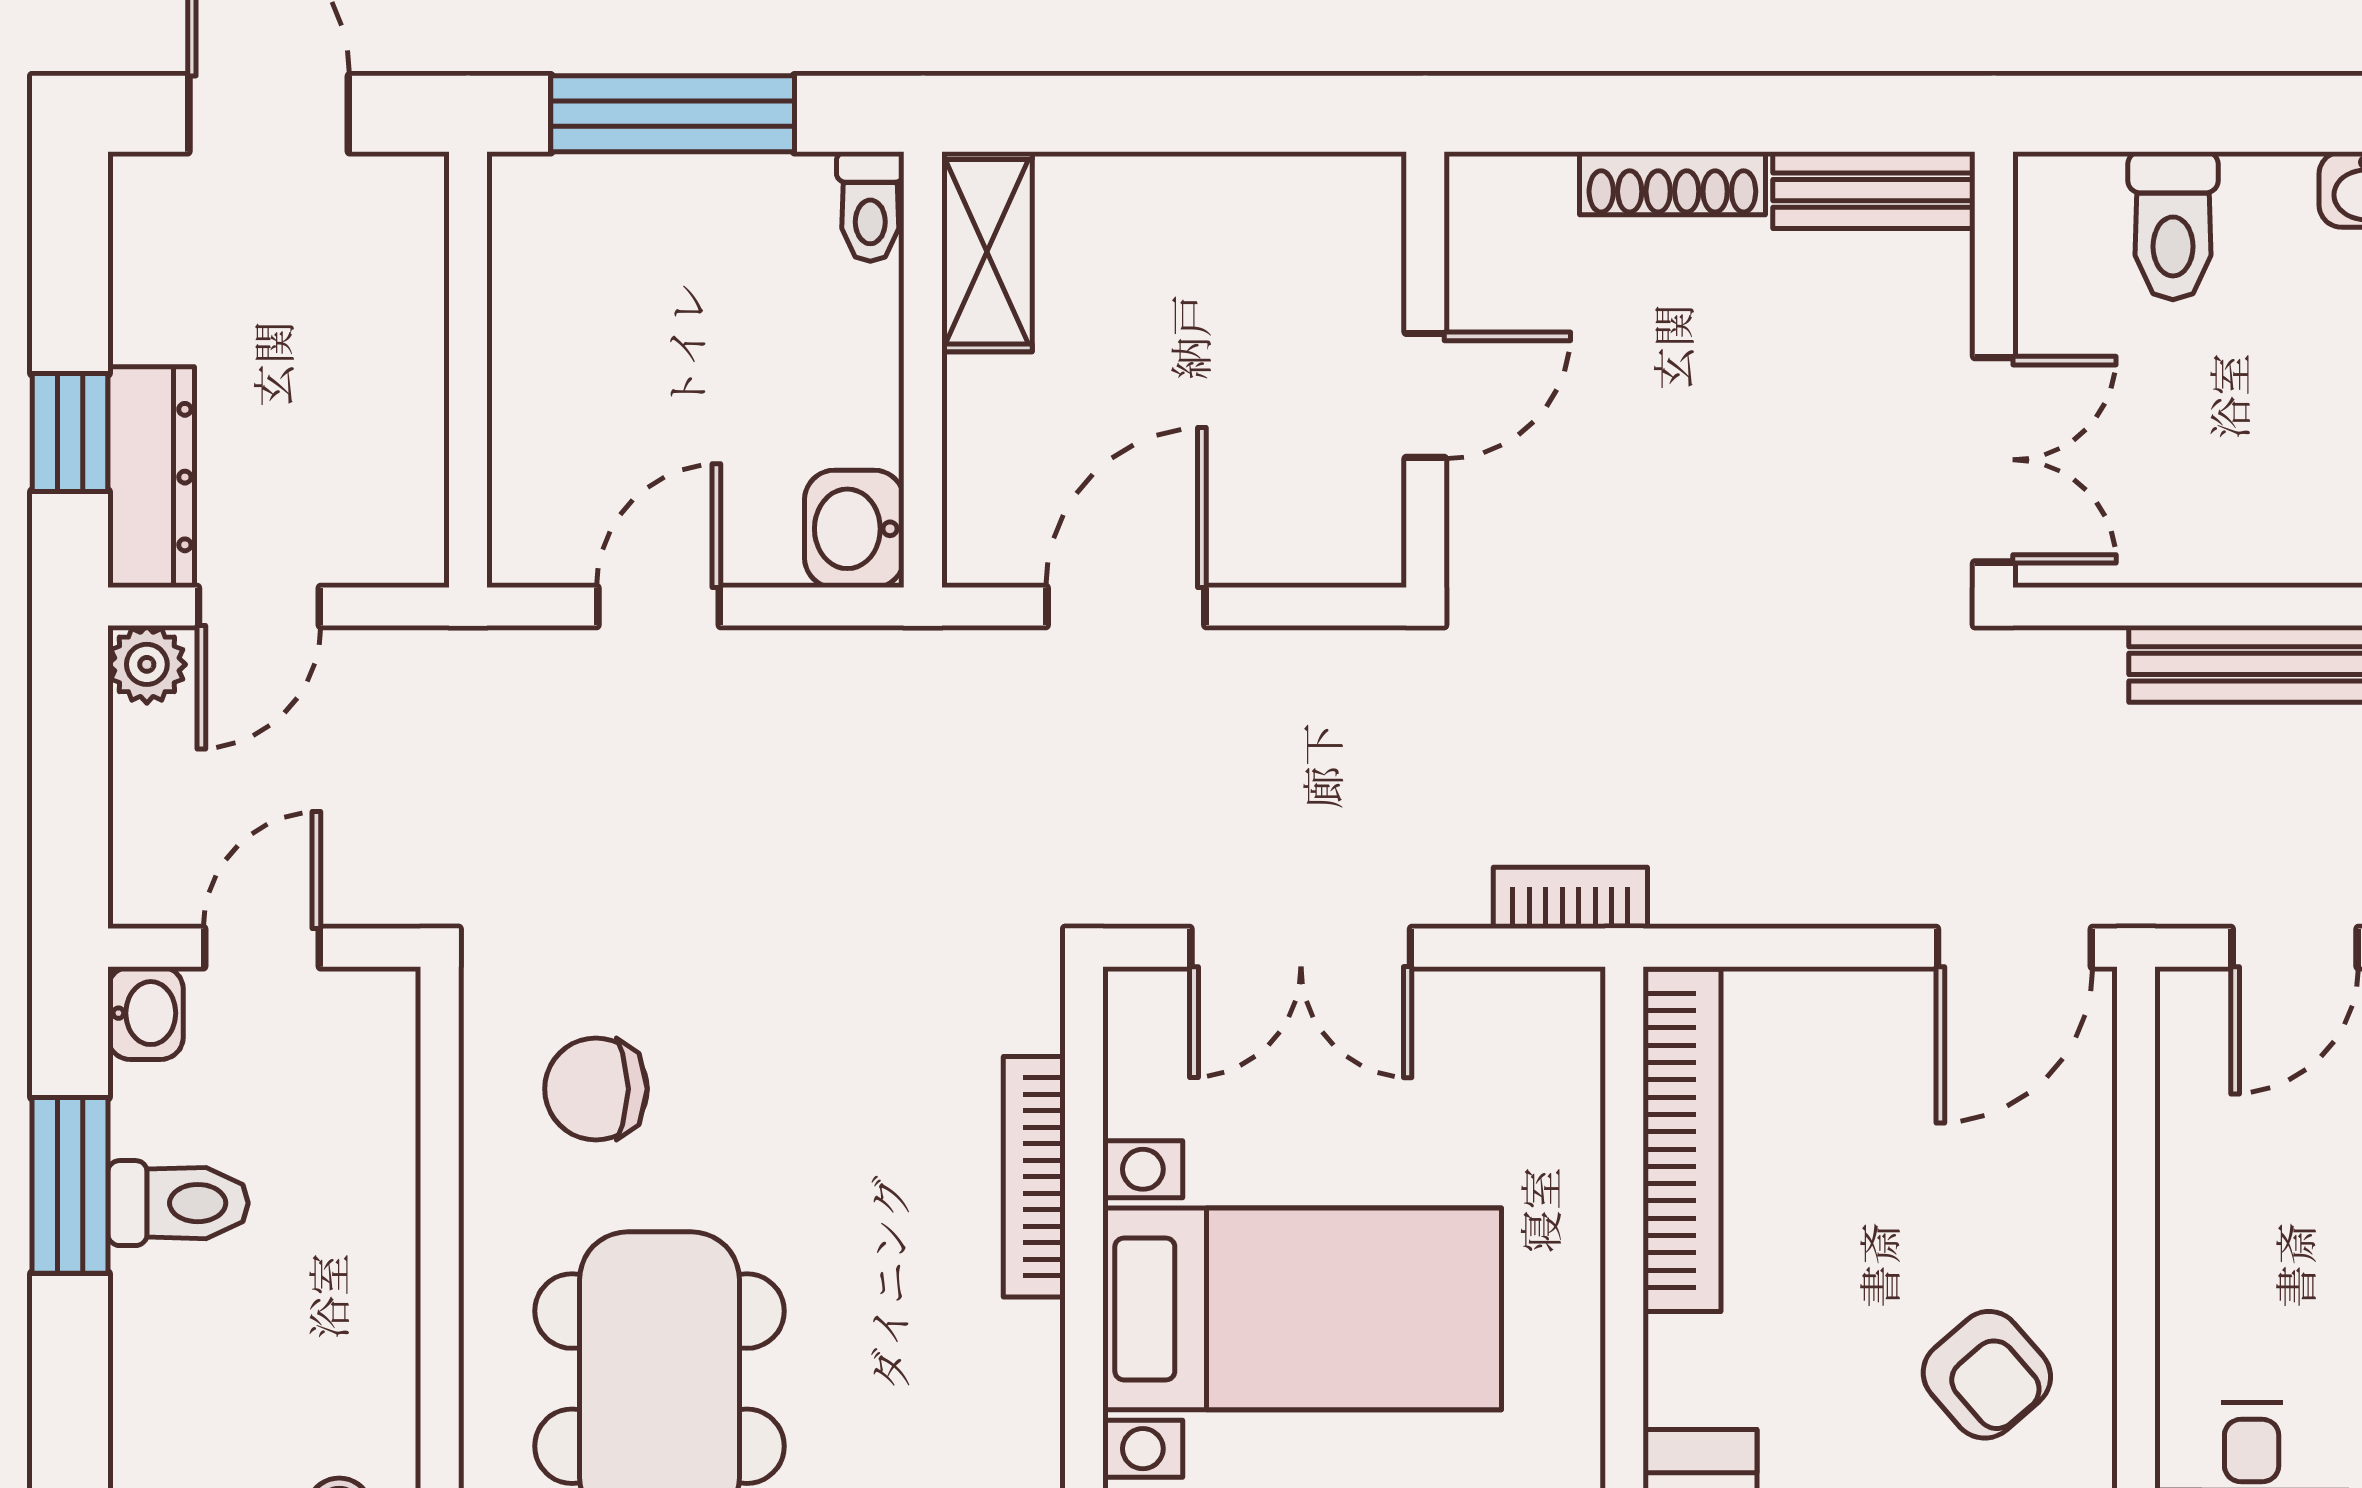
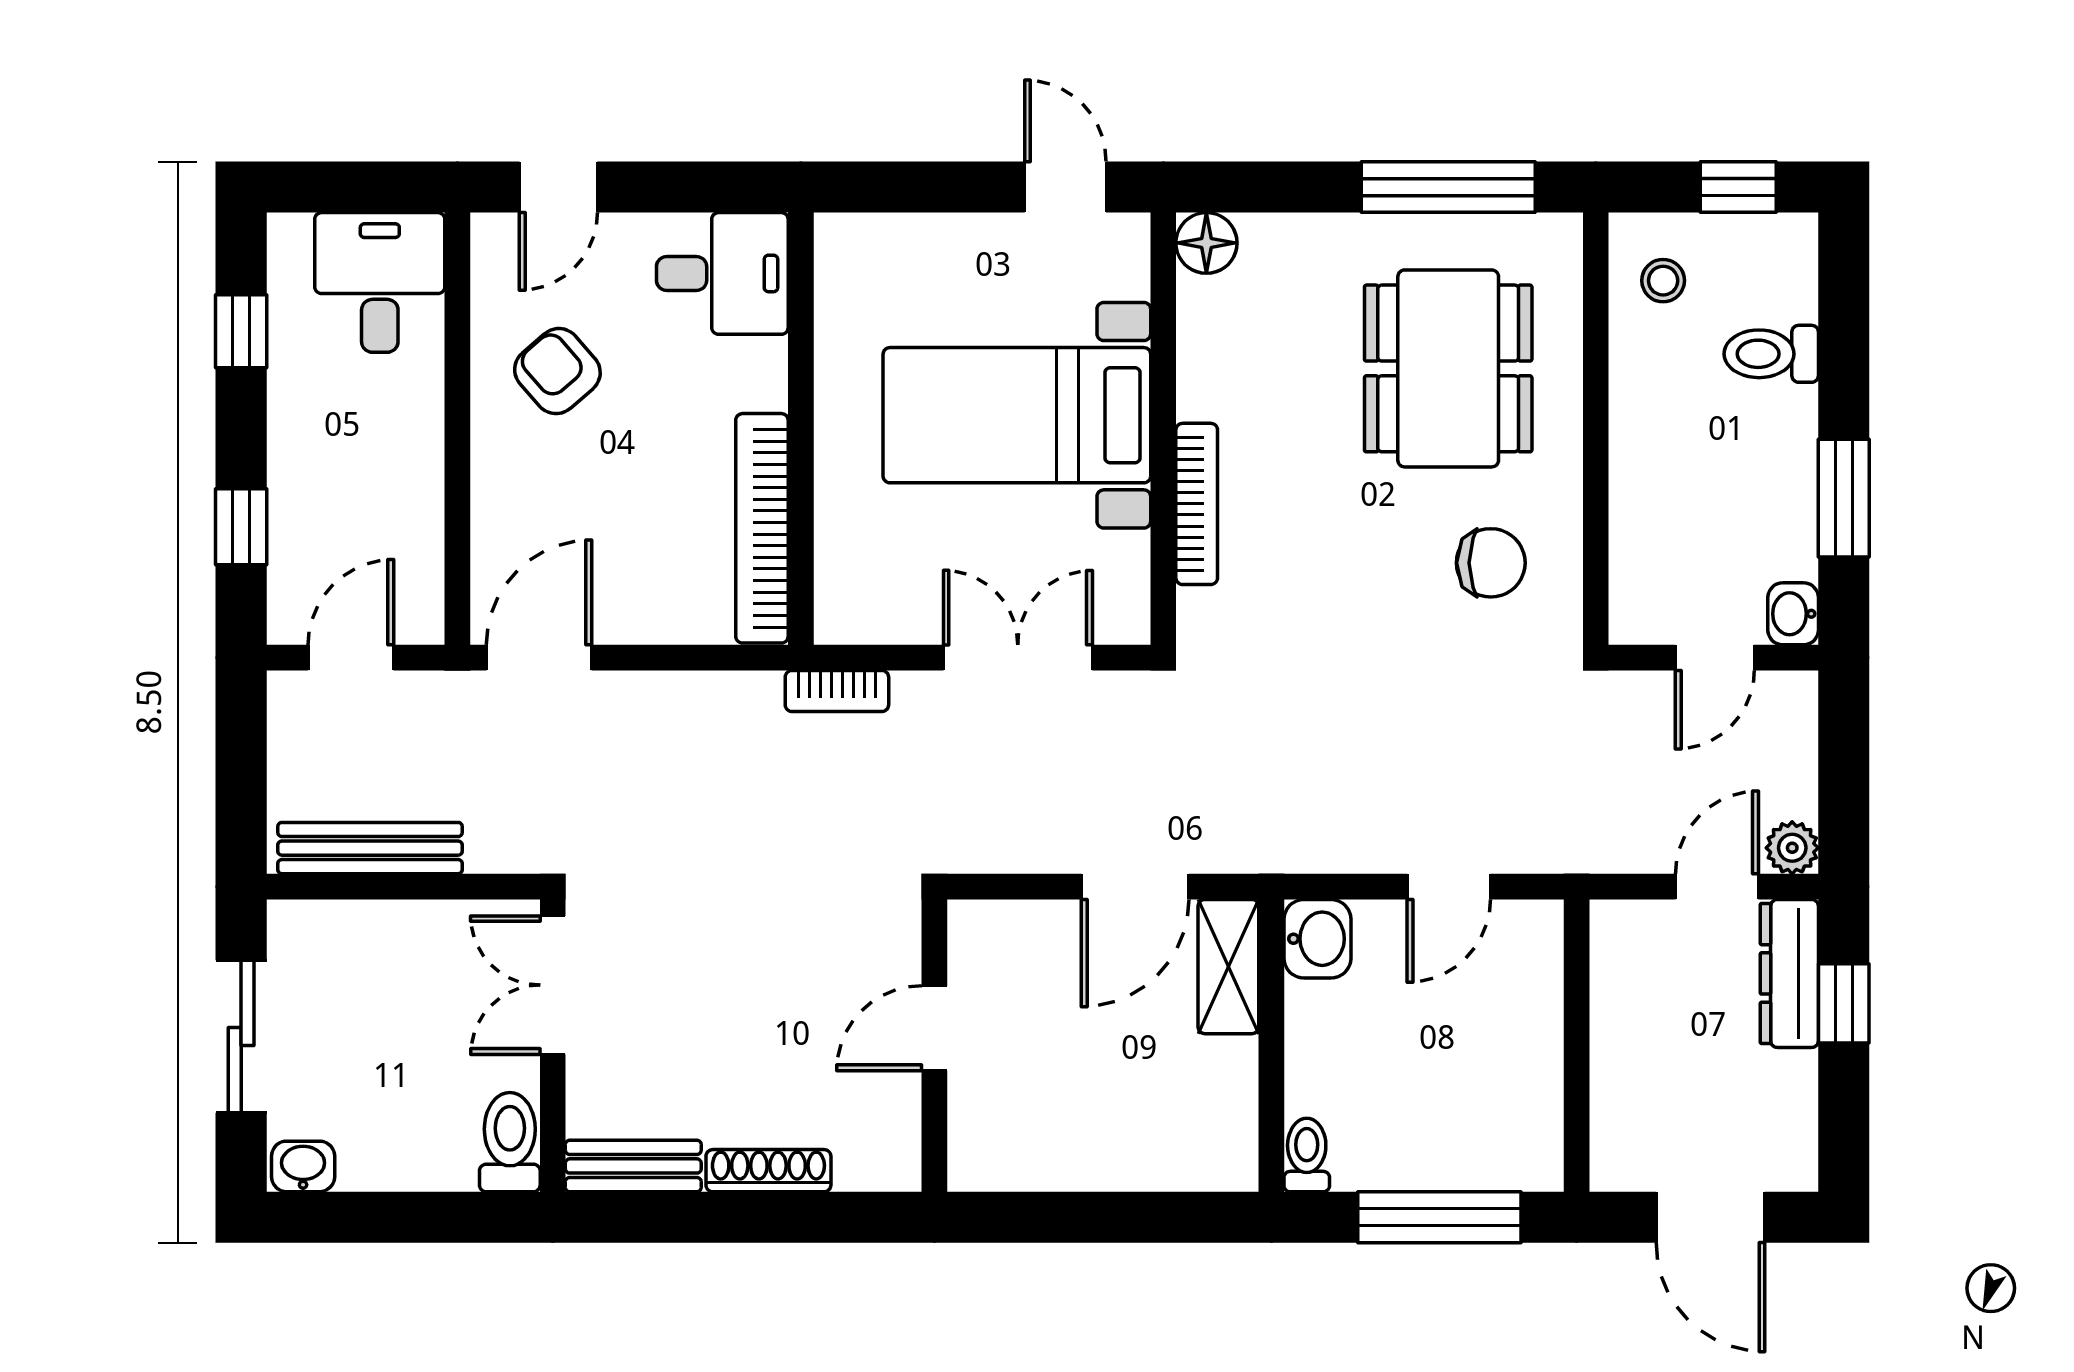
toilet: (2173, 226) -> (510, 1142), moved
shelving: (987, 252) -> (1228, 967), moved
toilet: (178, 1203) -> (1771, 354), moved

